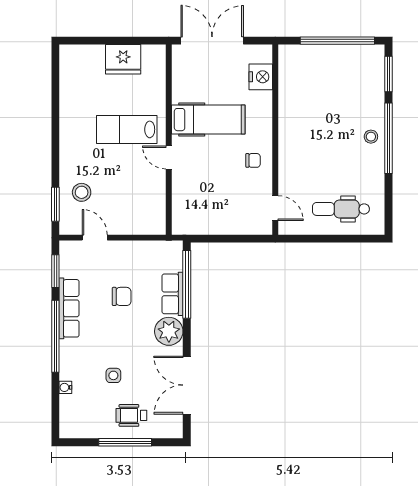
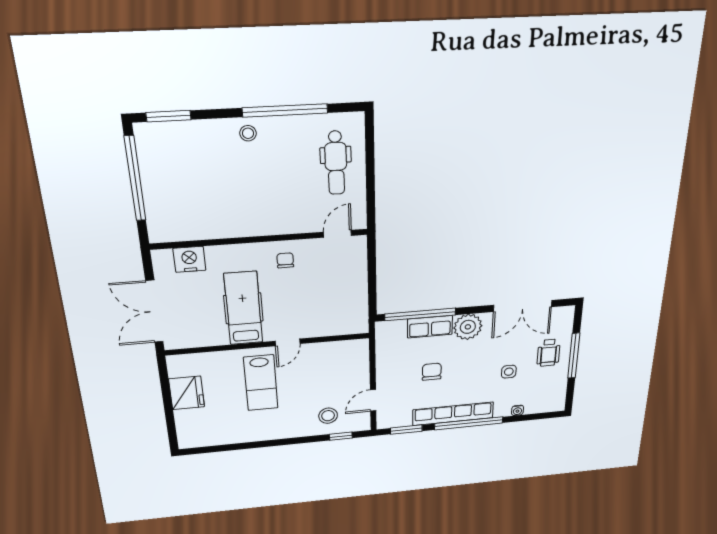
window: (389, 138) -> (285, 110), moved
window: (55, 204) -> (341, 436), width x0.67
row of seats: (69, 308) -> (453, 414), width x1.36

